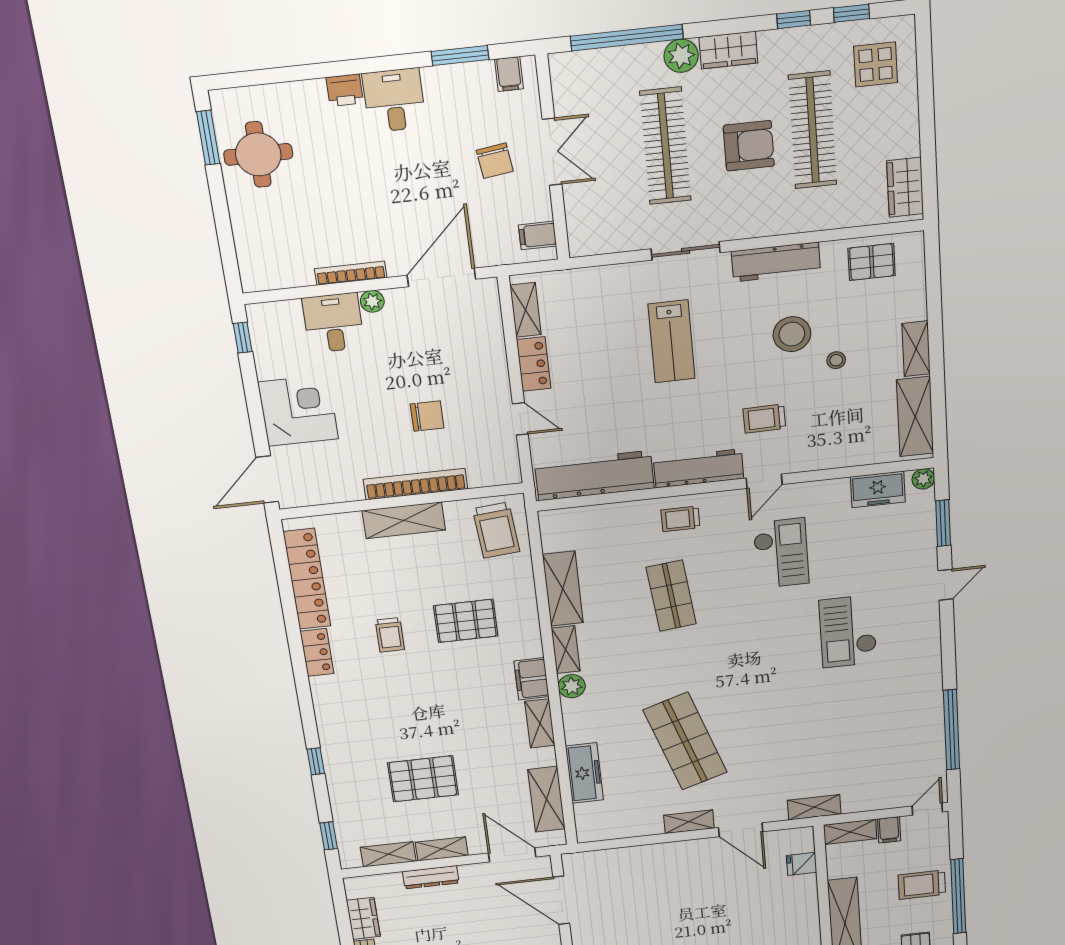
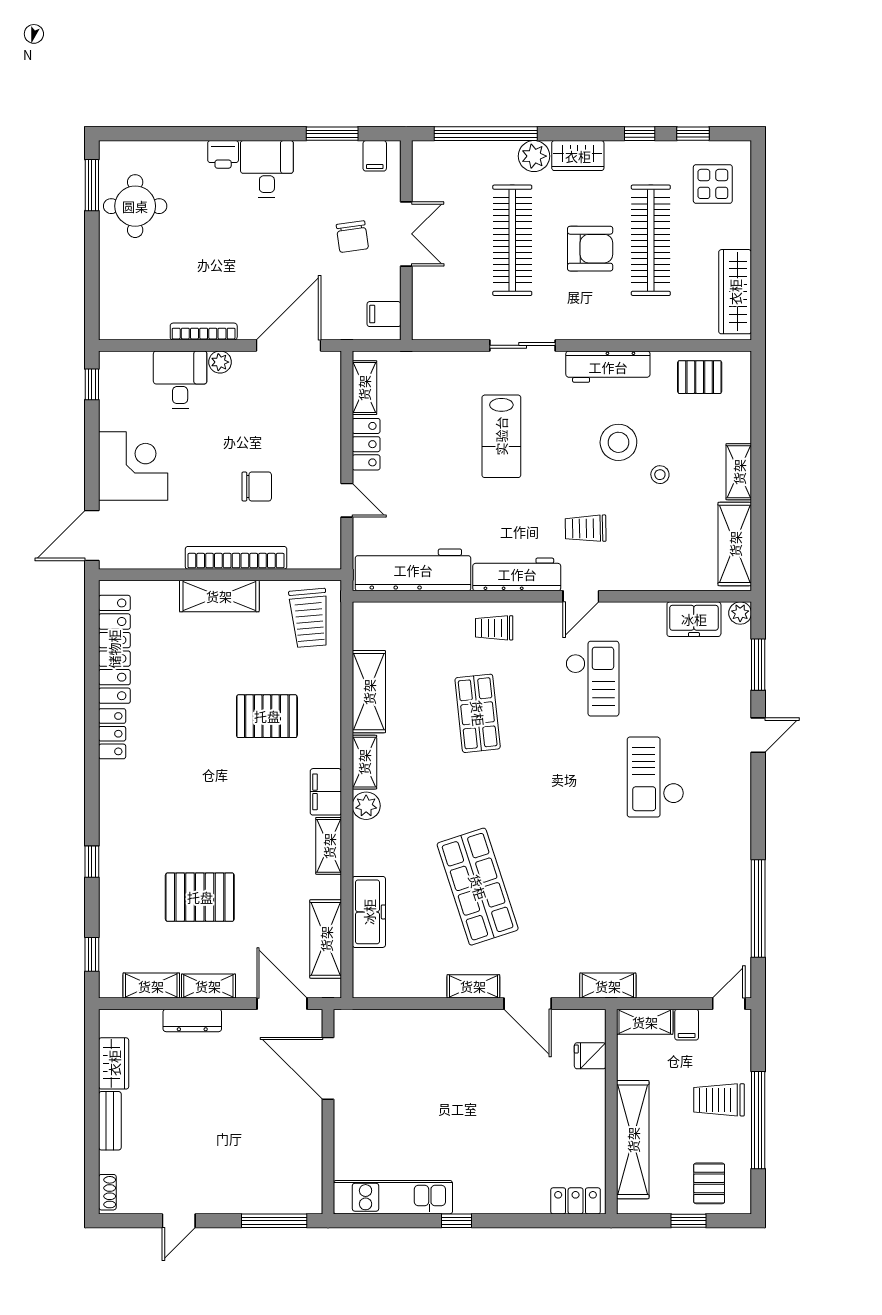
wardrobe: (905, 187) -> (735, 292), width x1.50
trolley: (390, 635) -> (188, 723), removed

